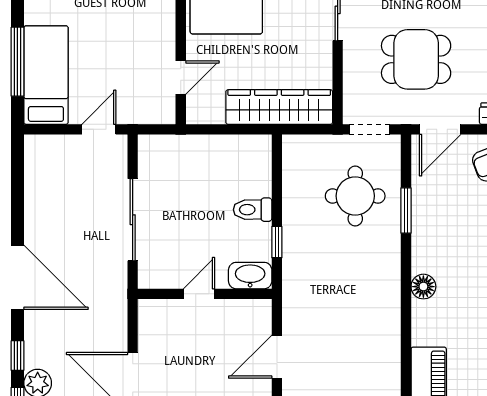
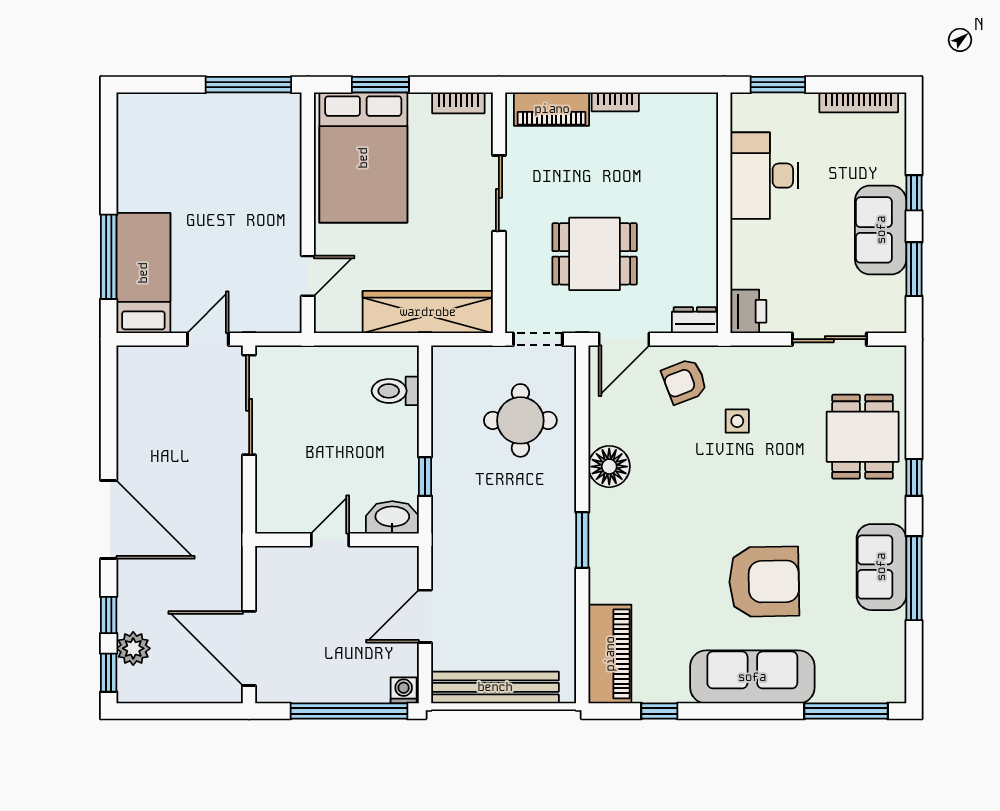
toilet: (253, 210) -> (395, 391), moved
window: (406, 210) -> (582, 540), moved
sliding door: (133, 220) -> (249, 405), moved
floor lamp: (423, 287) -> (609, 467), moved, width x1.38, depth x1.38

